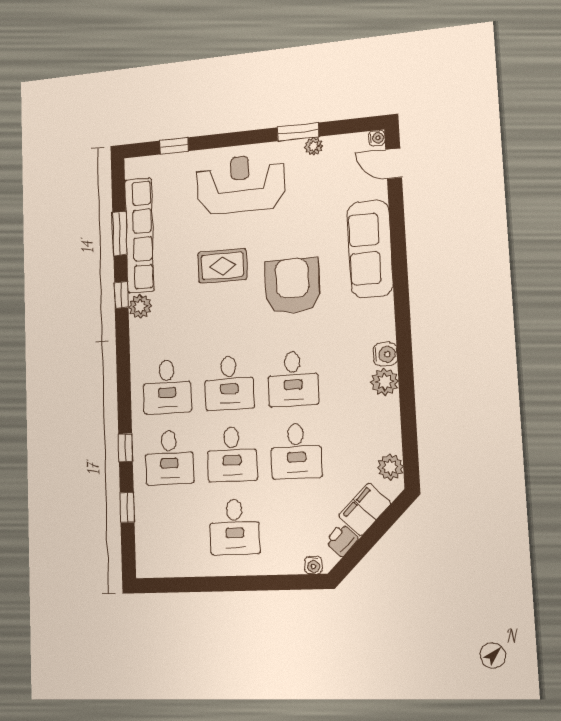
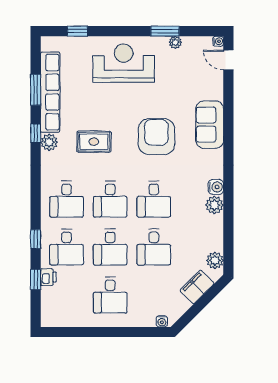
sofa: (370, 249) -> (210, 125), width x0.73
rug: (222, 266) -> (94, 142), moved
printer: (342, 540) -> (48, 277), moved, turned 135

